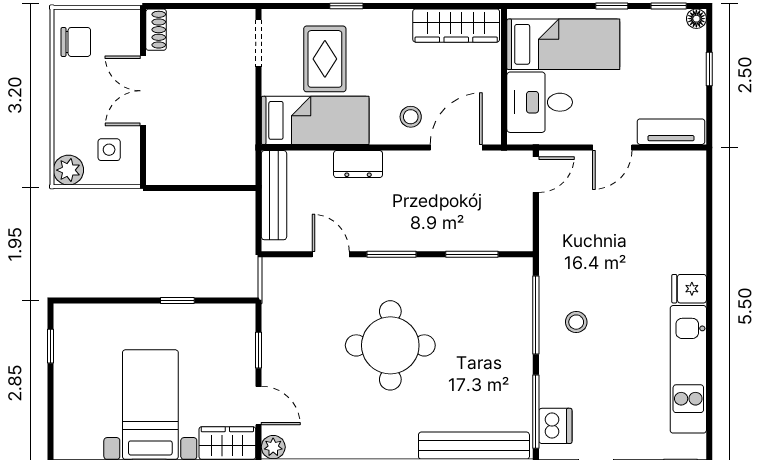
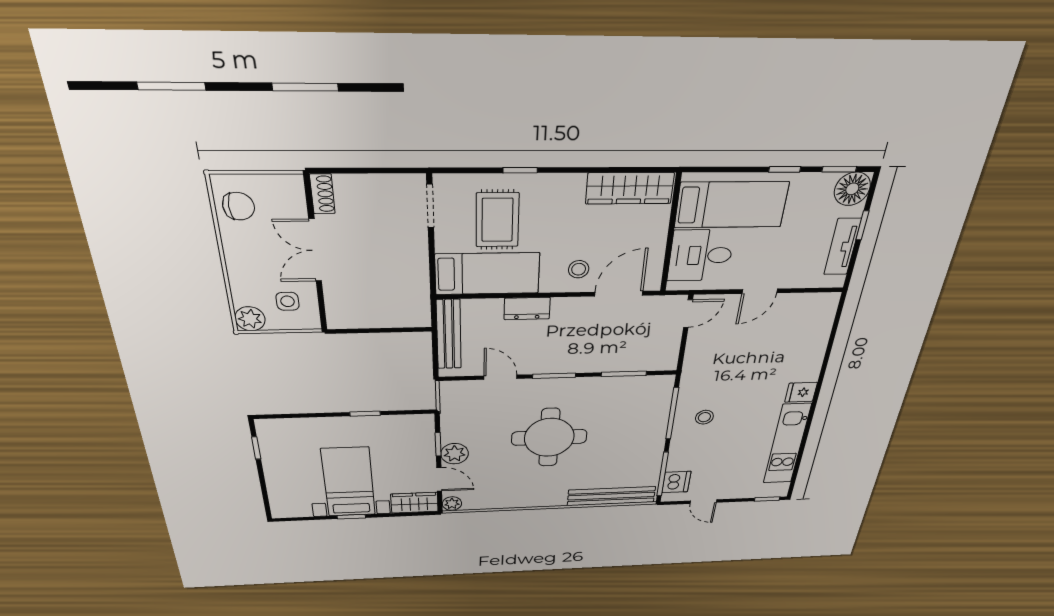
floor lamp: (696, 19) -> (852, 189), width x1.89, depth x1.89
tv unit: (671, 132) -> (843, 247), moved, turned -90
plant: (278, 366) -> (455, 454), added

